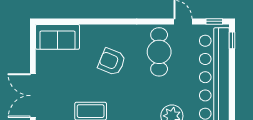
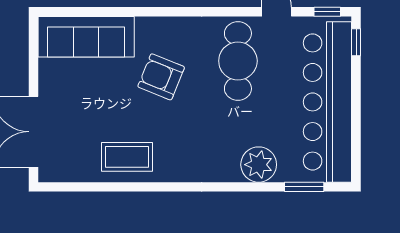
sofa: (57, 37) -> (86, 37), width x1.36

